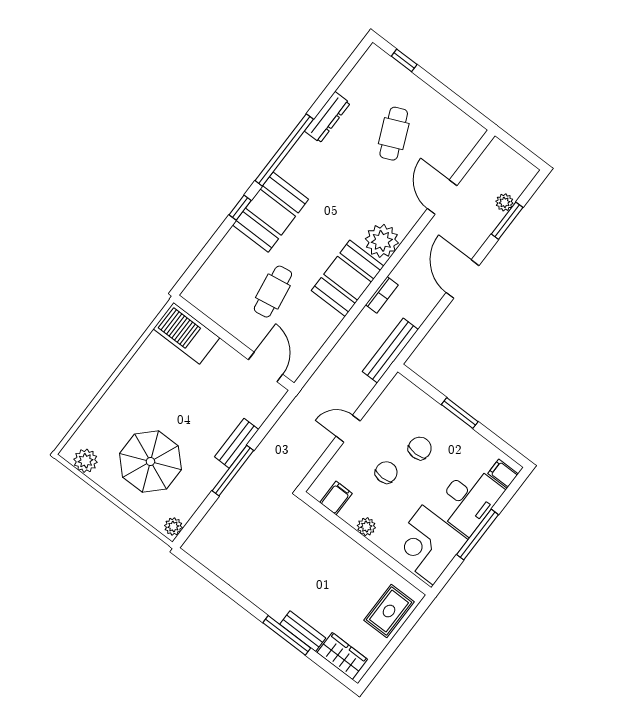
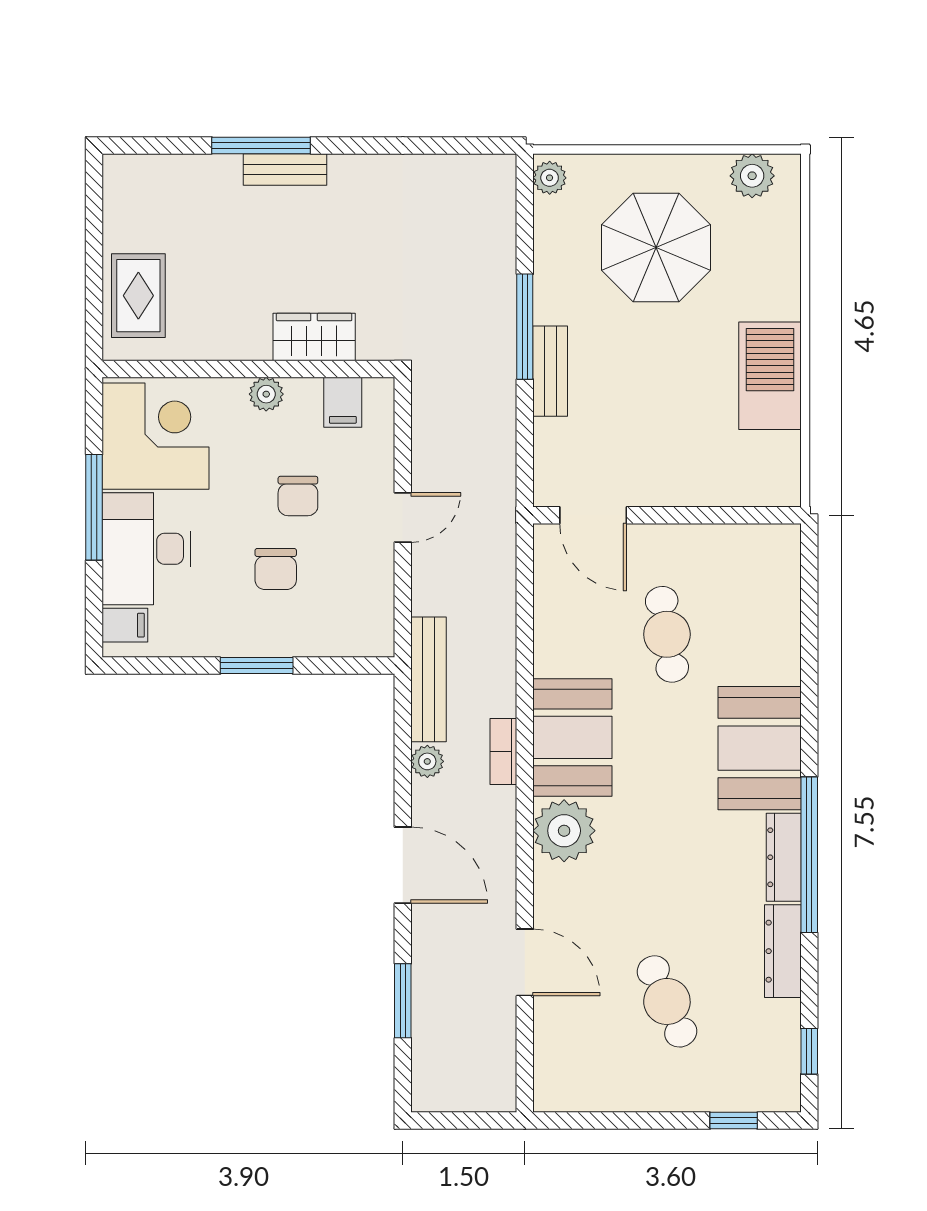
dresser: (296, 157) -> (784, 857), added
plant: (504, 202) -> (427, 761), moved
window: (240, 208) -> (809, 1051), moved
barbecue: (186, 333) -> (770, 376), moved, turned -90
bench: (303, 631) -> (285, 169), moved
wardrobe: (342, 656) -> (314, 337), moved, turned 180

